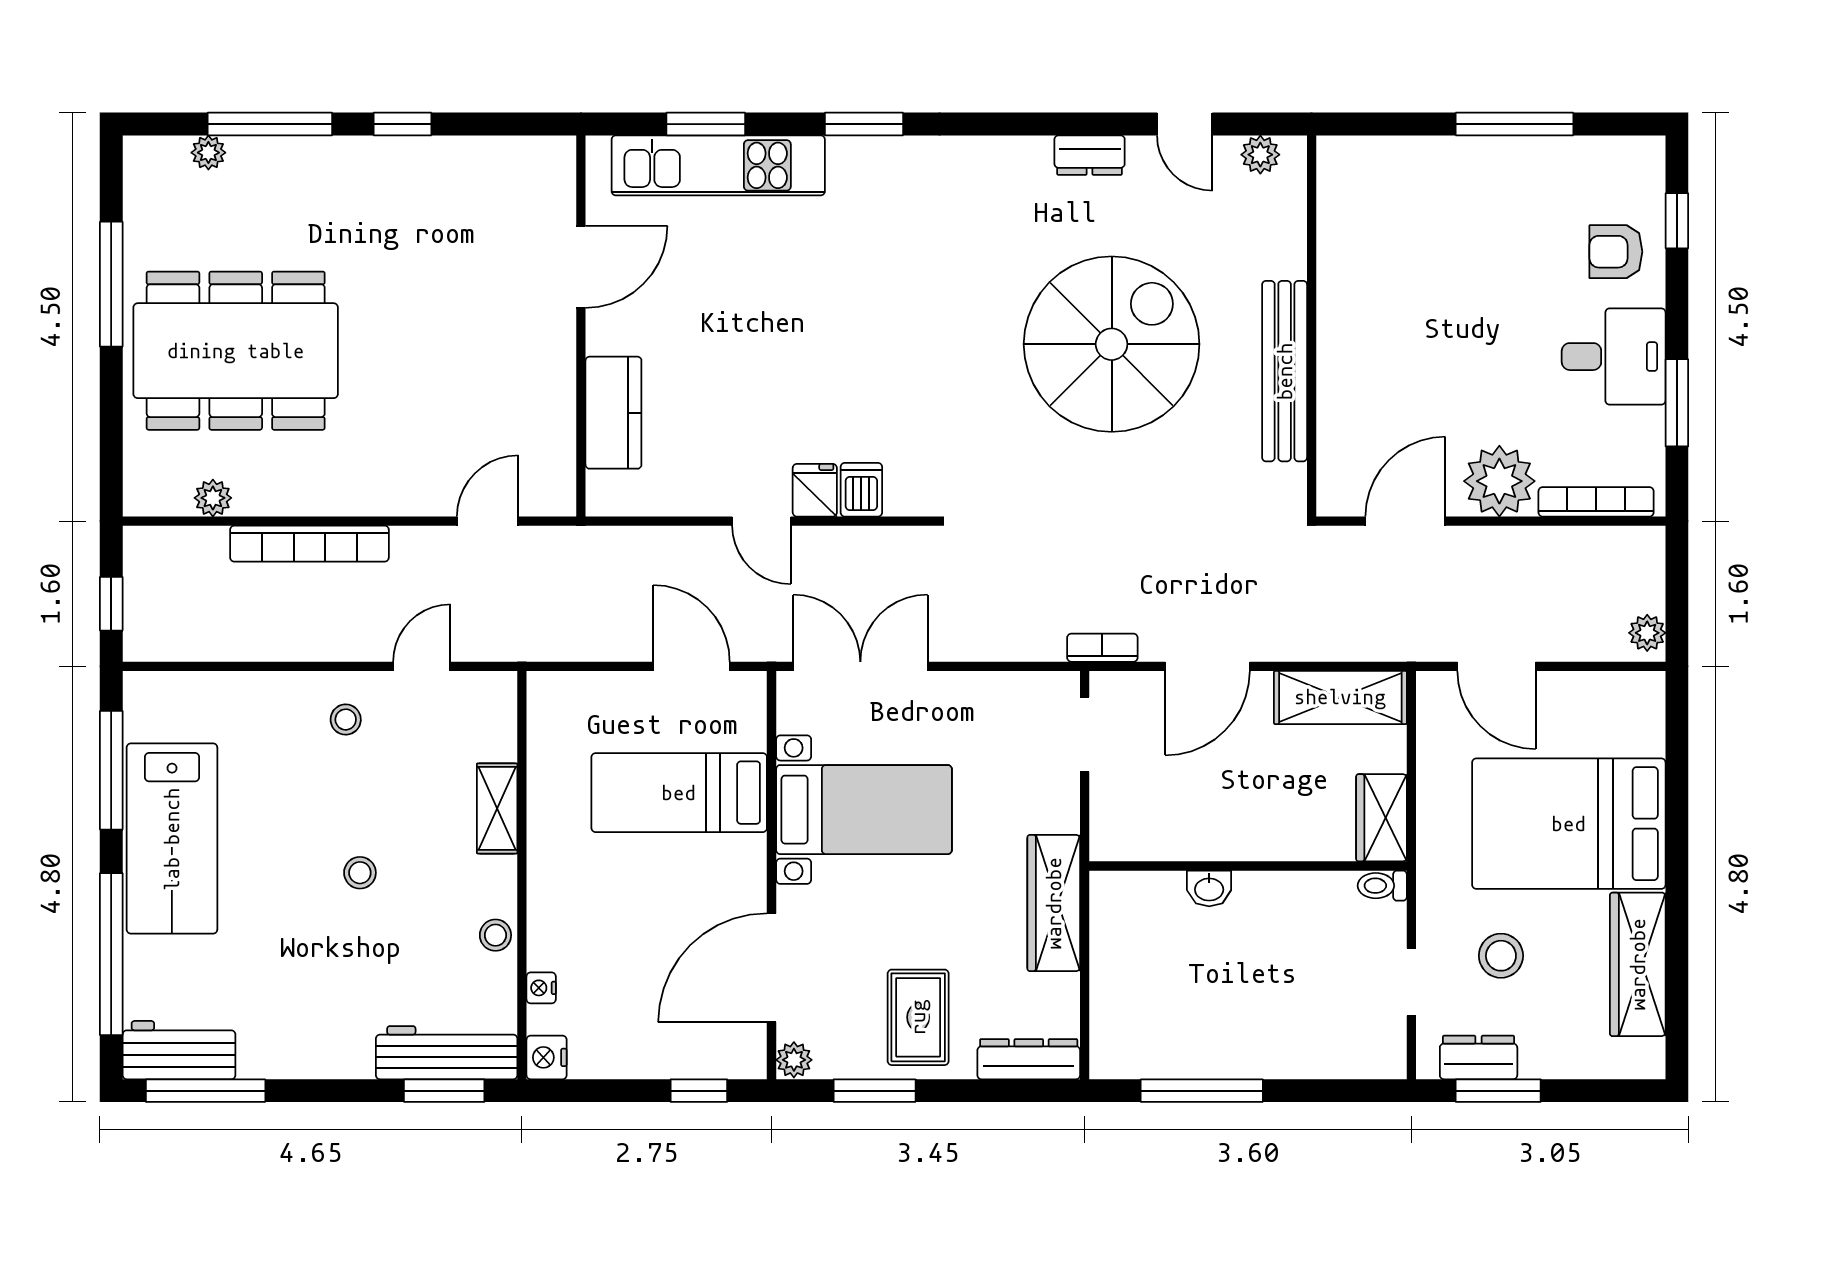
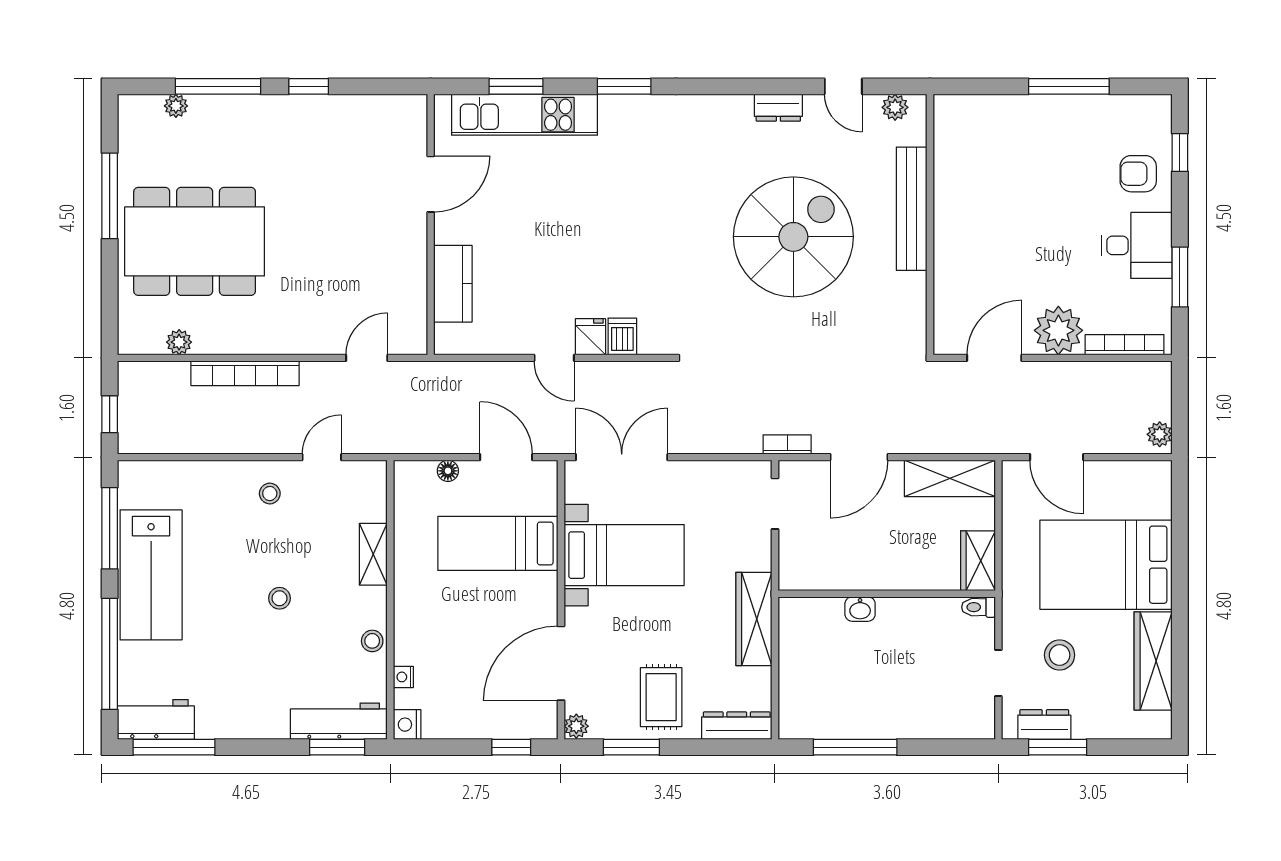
bench: (1285, 371) -> (912, 209), moved
floor lamp: (606, 686) -> (448, 471), added

